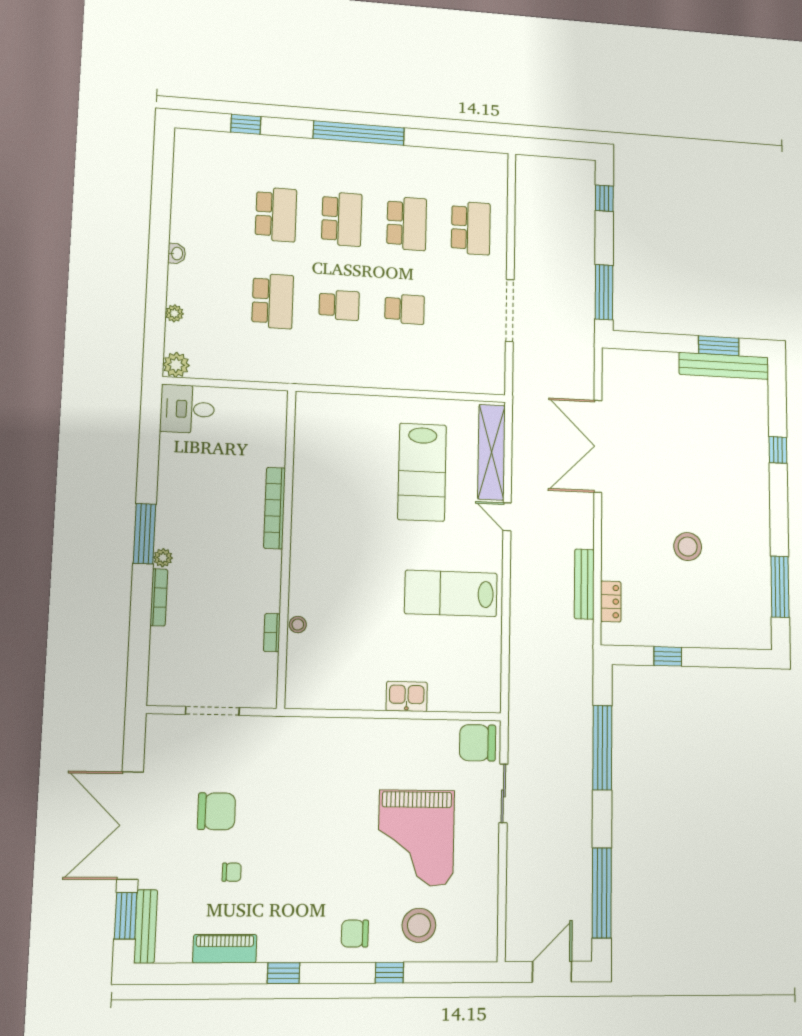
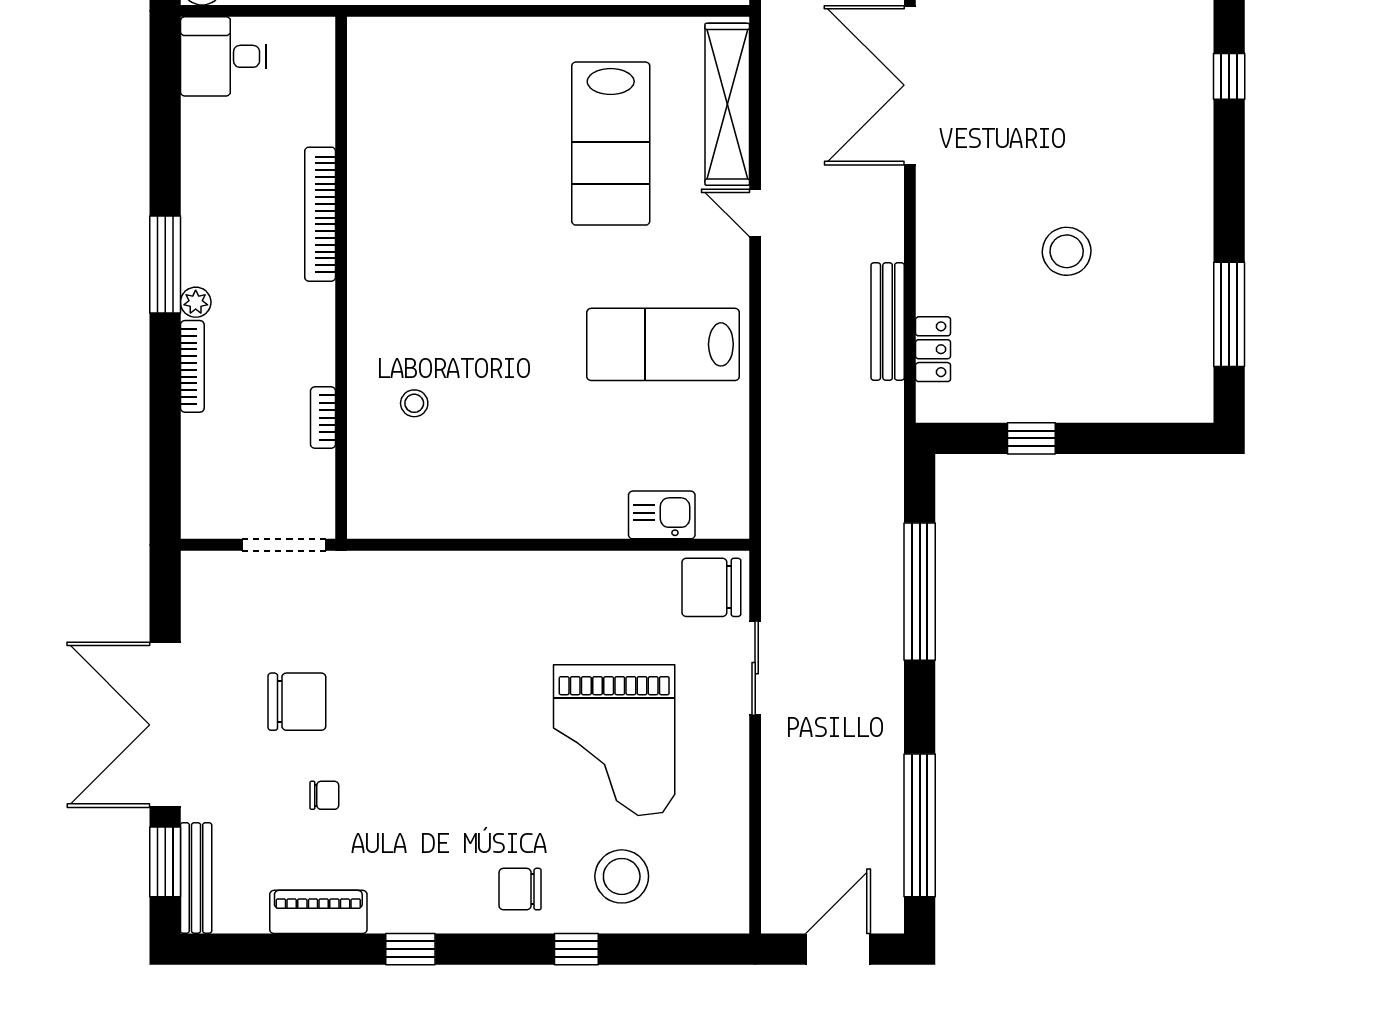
bookcase: (275, 508) -> (320, 214), moved
wall: (286, 547) -> (341, 278), moved
bookcase: (272, 633) -> (323, 418), moved
kitchen sink: (407, 696) -> (662, 515), moved

